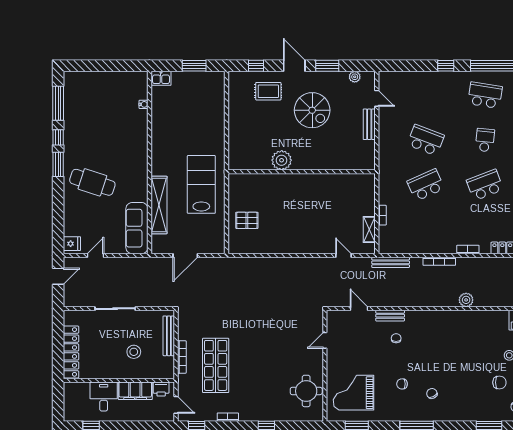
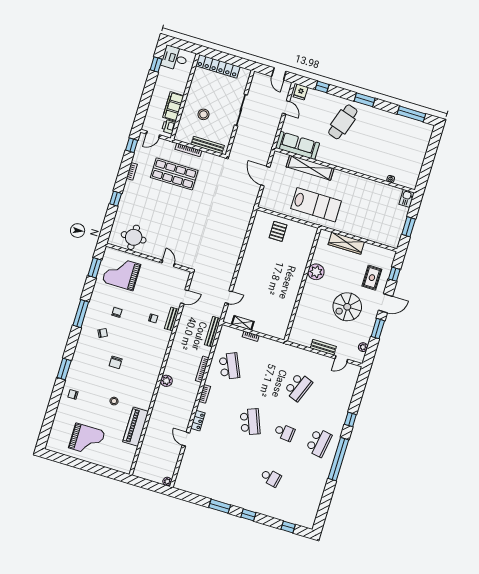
wardrobe: (236, 134) -> (346, 243), added
window: (58, 137) -> (322, 87), moved
school desk: (426, 185) -> (229, 366), moved
chair: (499, 382) -> (116, 362), moved
grand piano: (353, 393) -> (121, 273), turned -90
desk: (104, 397) -> (175, 58), moved, turned 180

